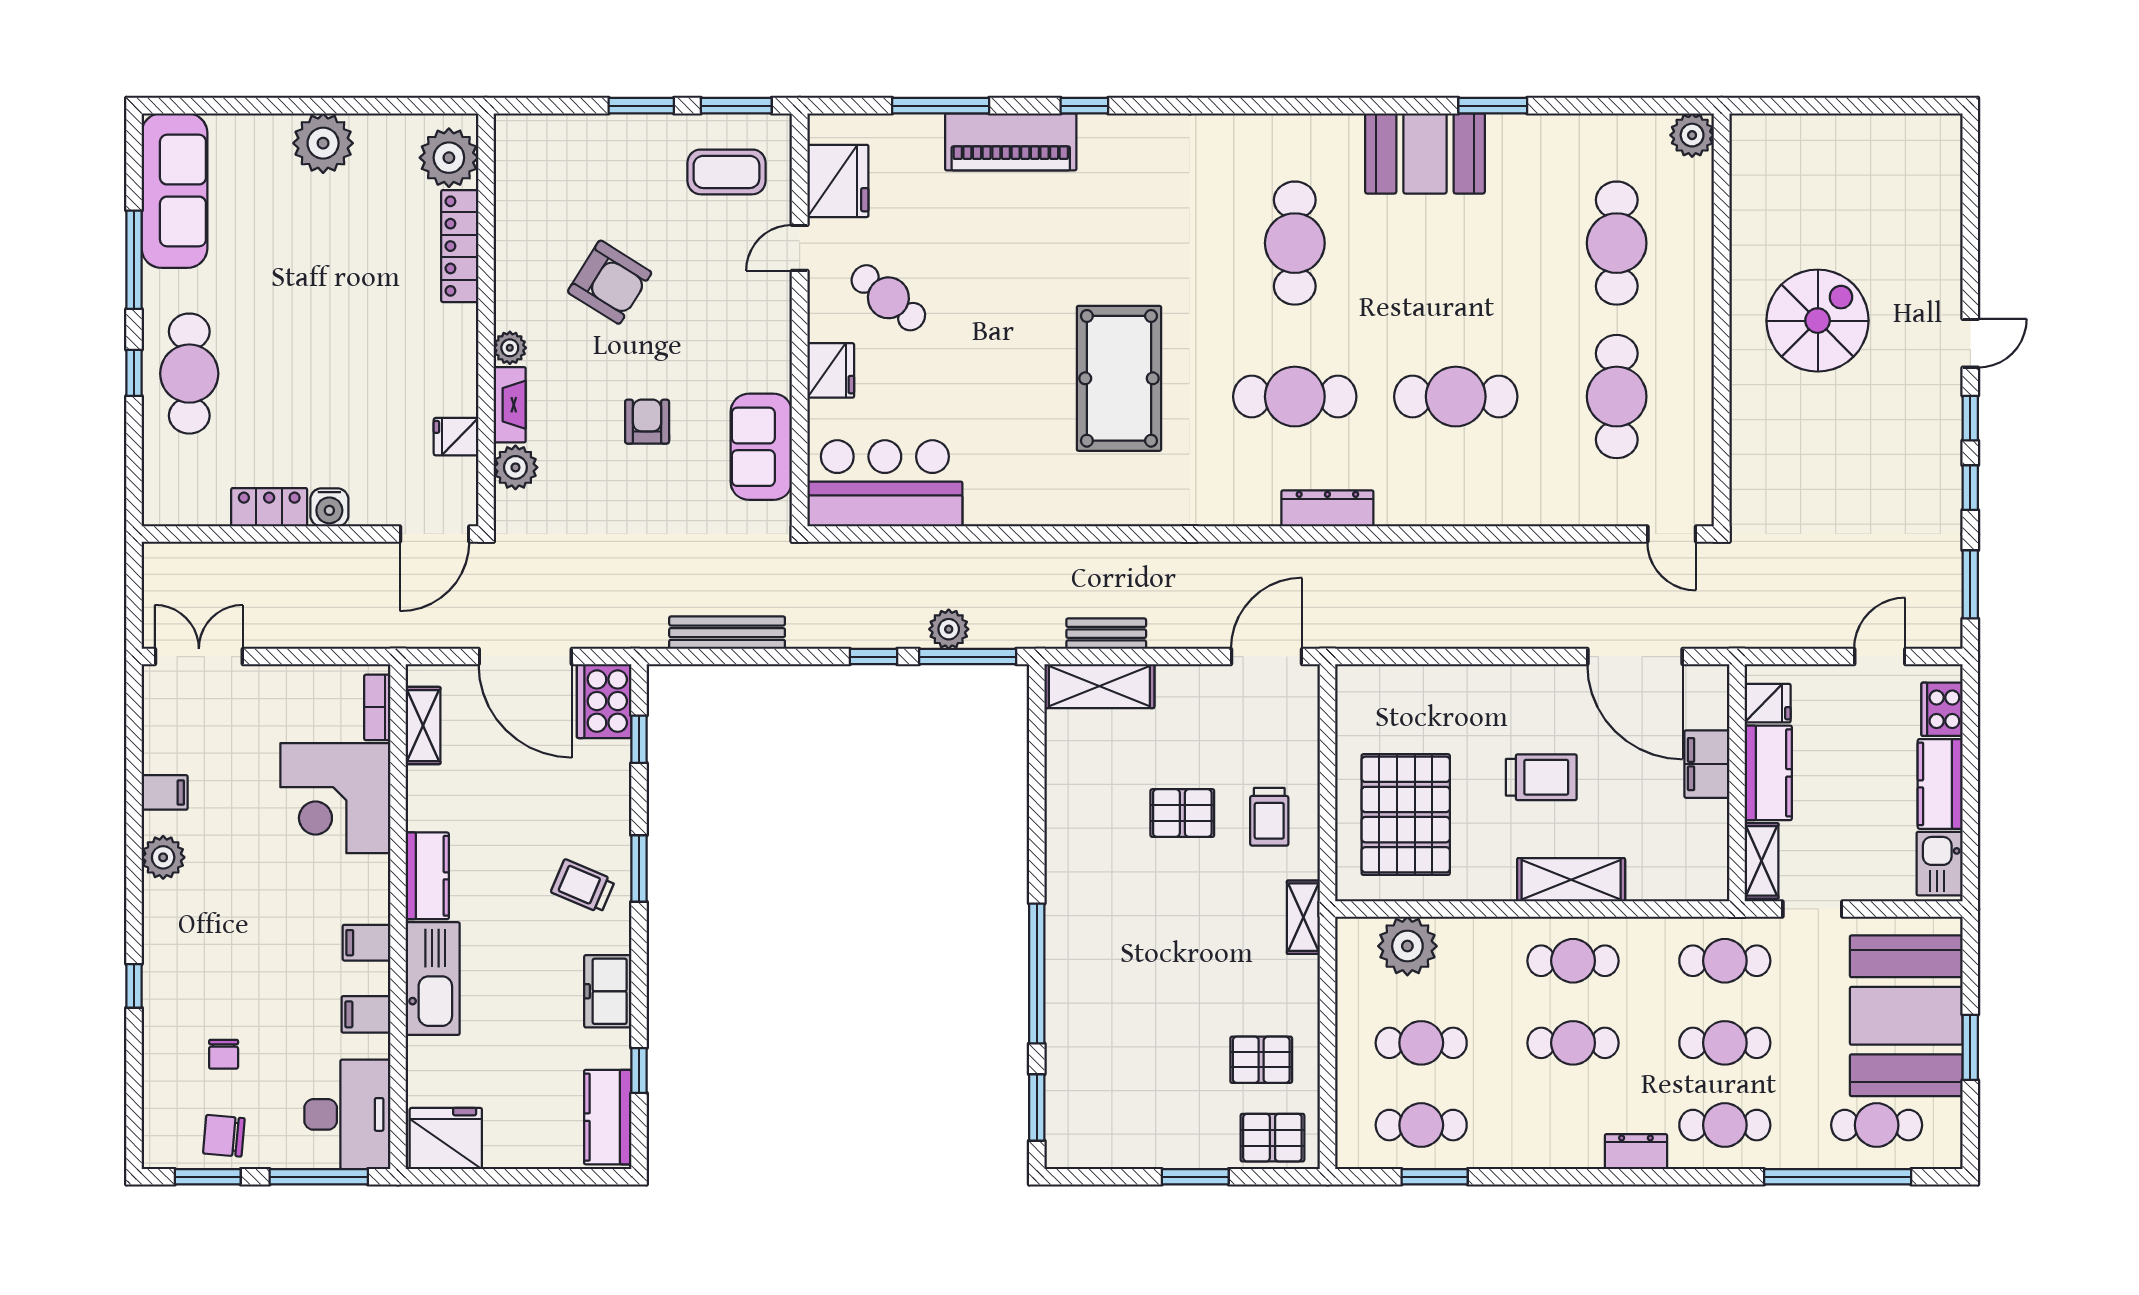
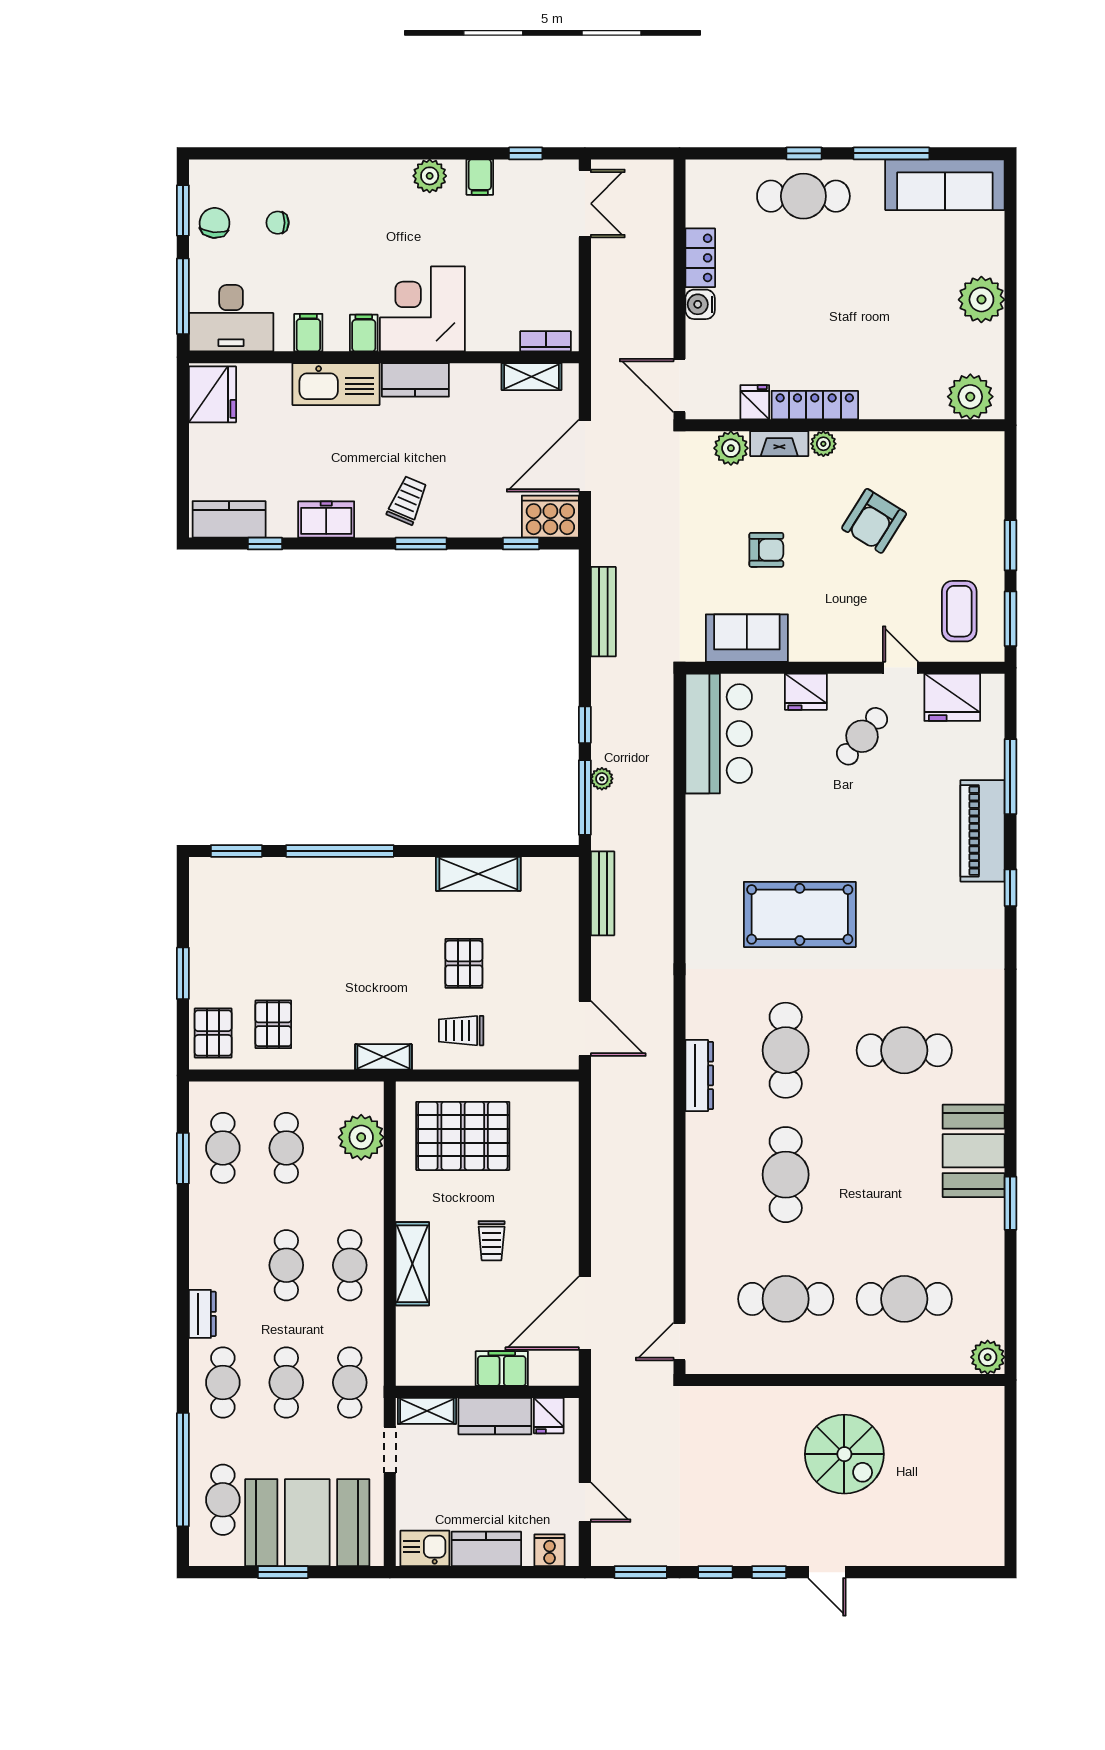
locker: (460, 246) -> (815, 405), moved
plant: (949, 629) -> (602, 779), width x0.73, depth x0.73
bench: (1106, 634) -> (603, 893), width x1.36
shelving: (1099, 686) -> (478, 874), moved, turned 90
cooker: (1942, 709) -> (550, 1550), width x0.73
trolley: (1541, 777) -> (492, 1241), width x0.73, depth x0.72
corner desk: (335, 798) -> (422, 309), moved
window: (134, 986) -> (526, 153), moved

